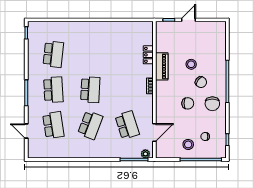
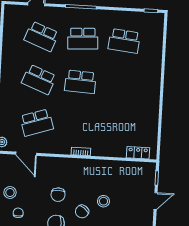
door: (189, 20) -> (156, 201), hinge flipped
locker: (148, 55) -> (138, 153), moved
piano: (162, 66) -> (103, 167), removed
school desk: (53, 125) -> (41, 36), turned 30

